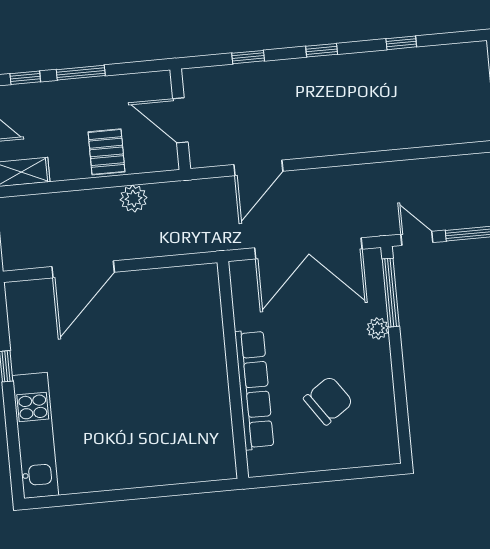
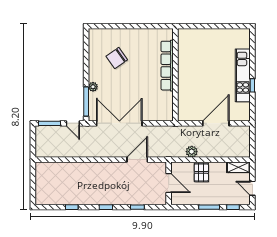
wall: (233, 370) -> (175, 75), moved
row of seats: (254, 390) -> (167, 66), moved
kitchen unit: (35, 435) -> (243, 75), moved

